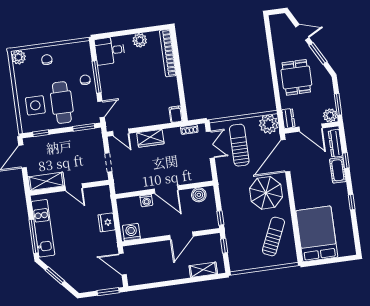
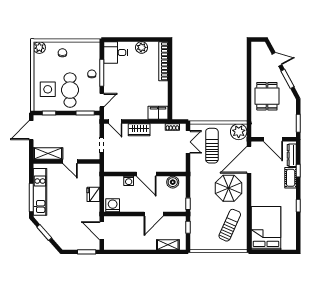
filing cabinet: (176, 114) -> (158, 113), width x2.00
plant: (330, 115) -> (290, 131), removed
dresser: (288, 118) -> (256, 129), removed

